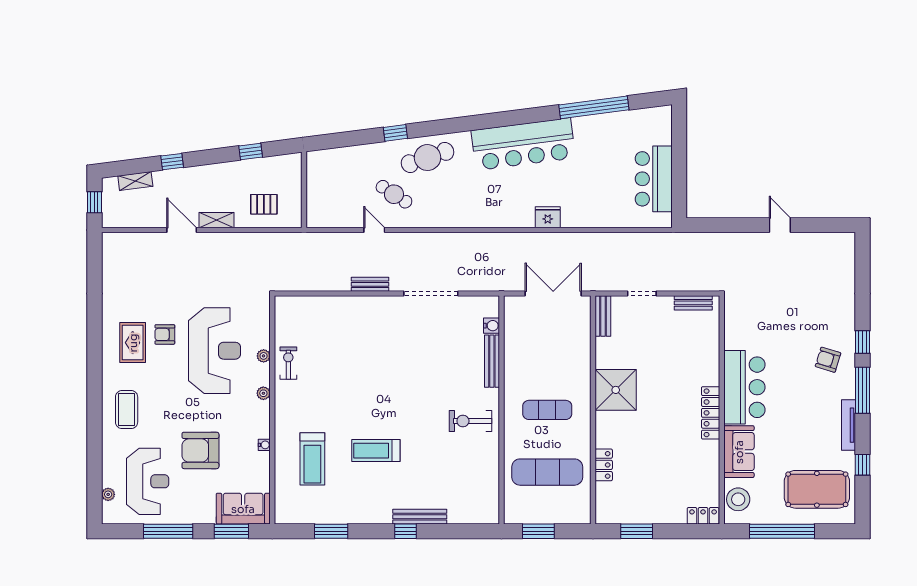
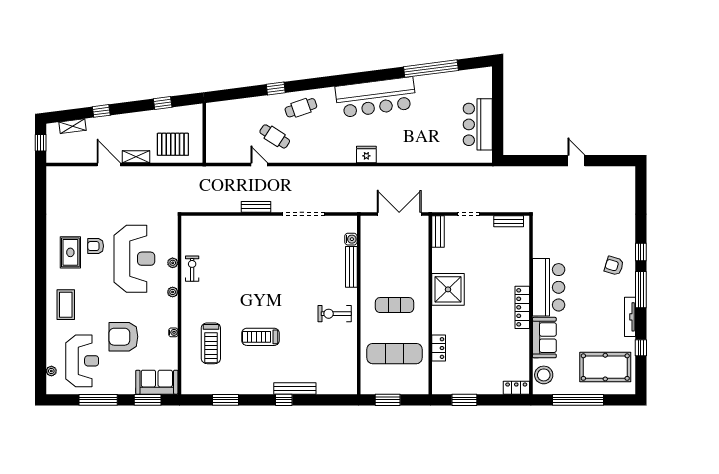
cafe table: (428, 158) -> (301, 108), width x0.73, depth x0.74
pallet: (264, 204) -> (173, 144), width x1.50, depth x1.42
fridge: (548, 217) -> (366, 154), moved

